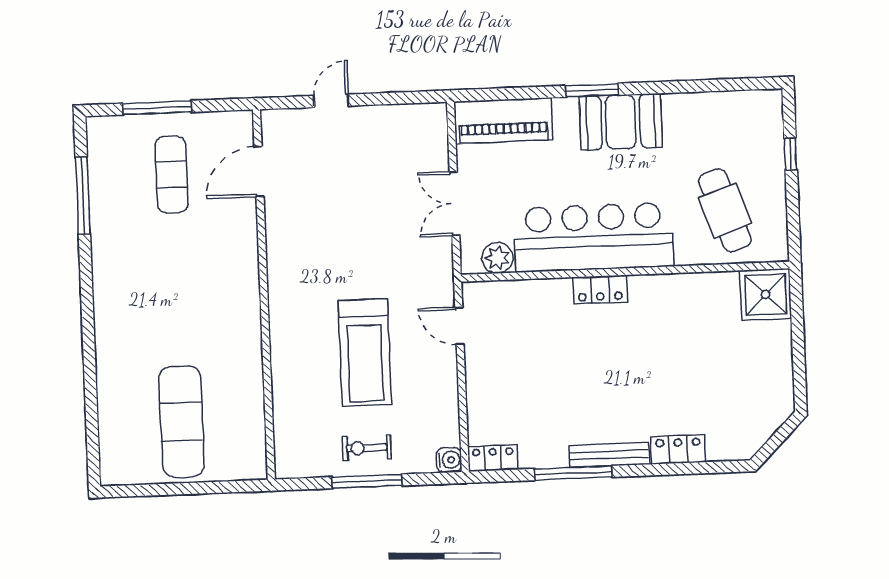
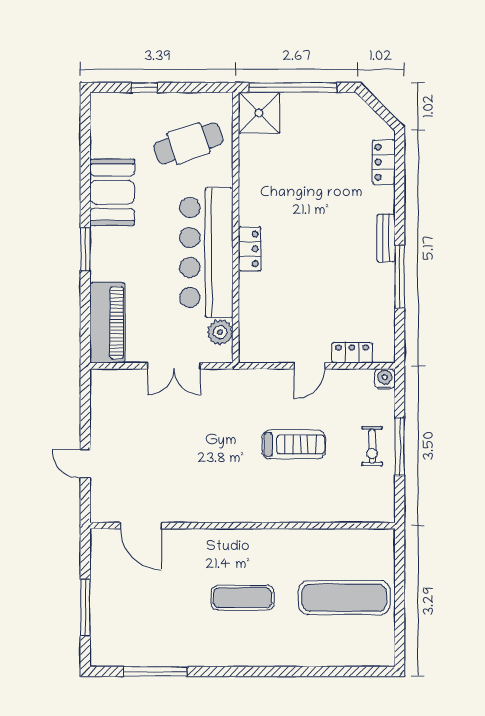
booth: (621, 122) -> (112, 192), moved
exercise mat: (172, 174) -> (242, 598), moved
door: (459, 326) -> (309, 366), moved
window: (798, 334) -> (293, 88), added
treadmill: (365, 353) -> (294, 444), width x0.73, depth x0.73
locker: (678, 449) -> (384, 162), moved
bench: (609, 455) -> (386, 238), width x0.73
locker: (493, 458) -> (352, 353), moved, turned 90

